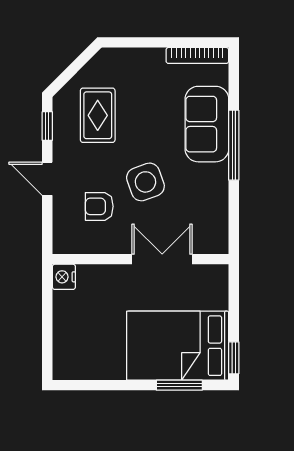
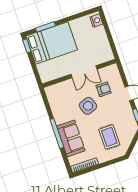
rug: (98, 115) -> (109, 137), moved
double door: (162, 259) -> (84, 72), moved
nightstand: (64, 277) -> (96, 21), moved

